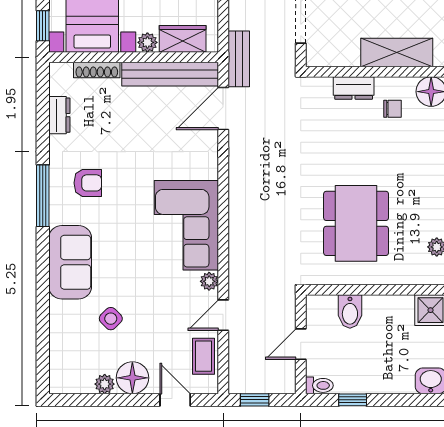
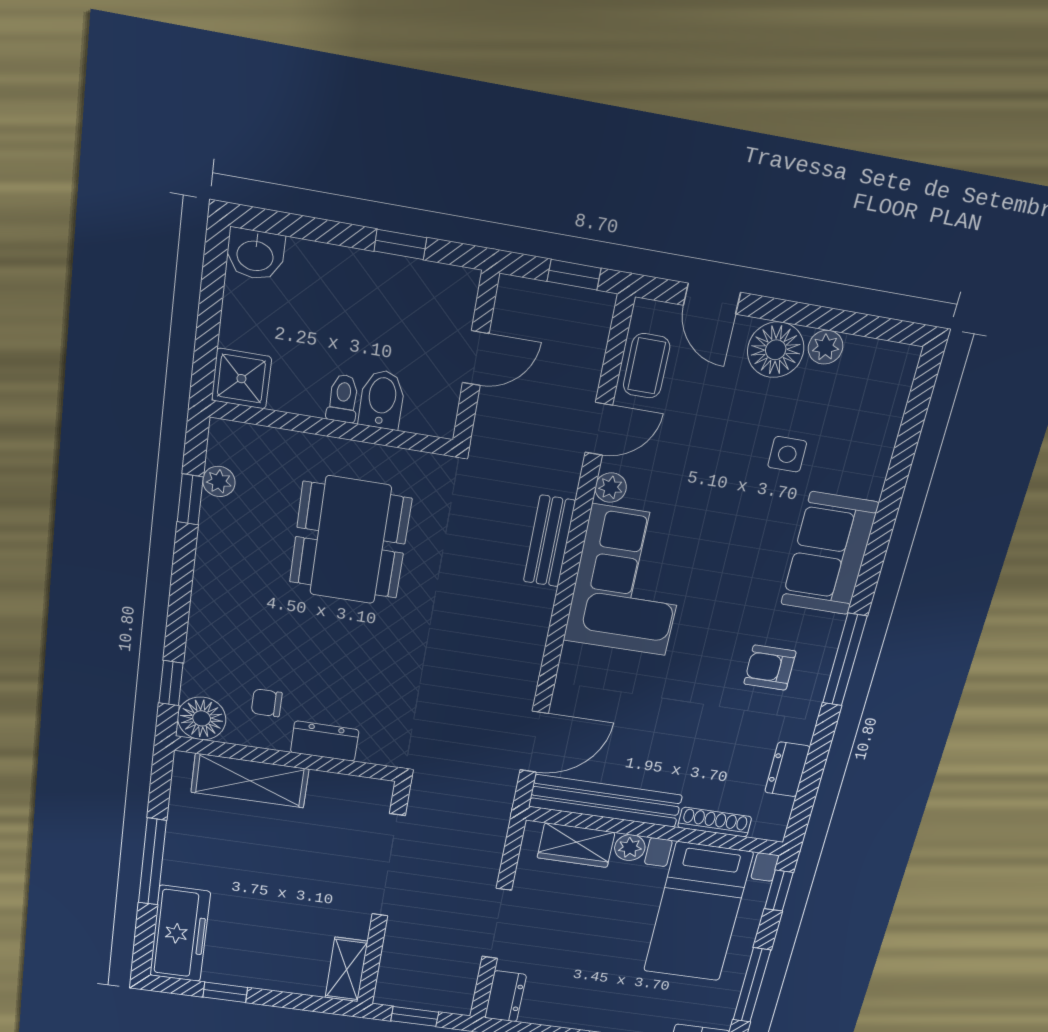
bench: (239, 59) -> (549, 541), moved
side table: (111, 319) -> (787, 454), turned 45
toilet: (319, 385) -> (343, 398), moved, turned 90

